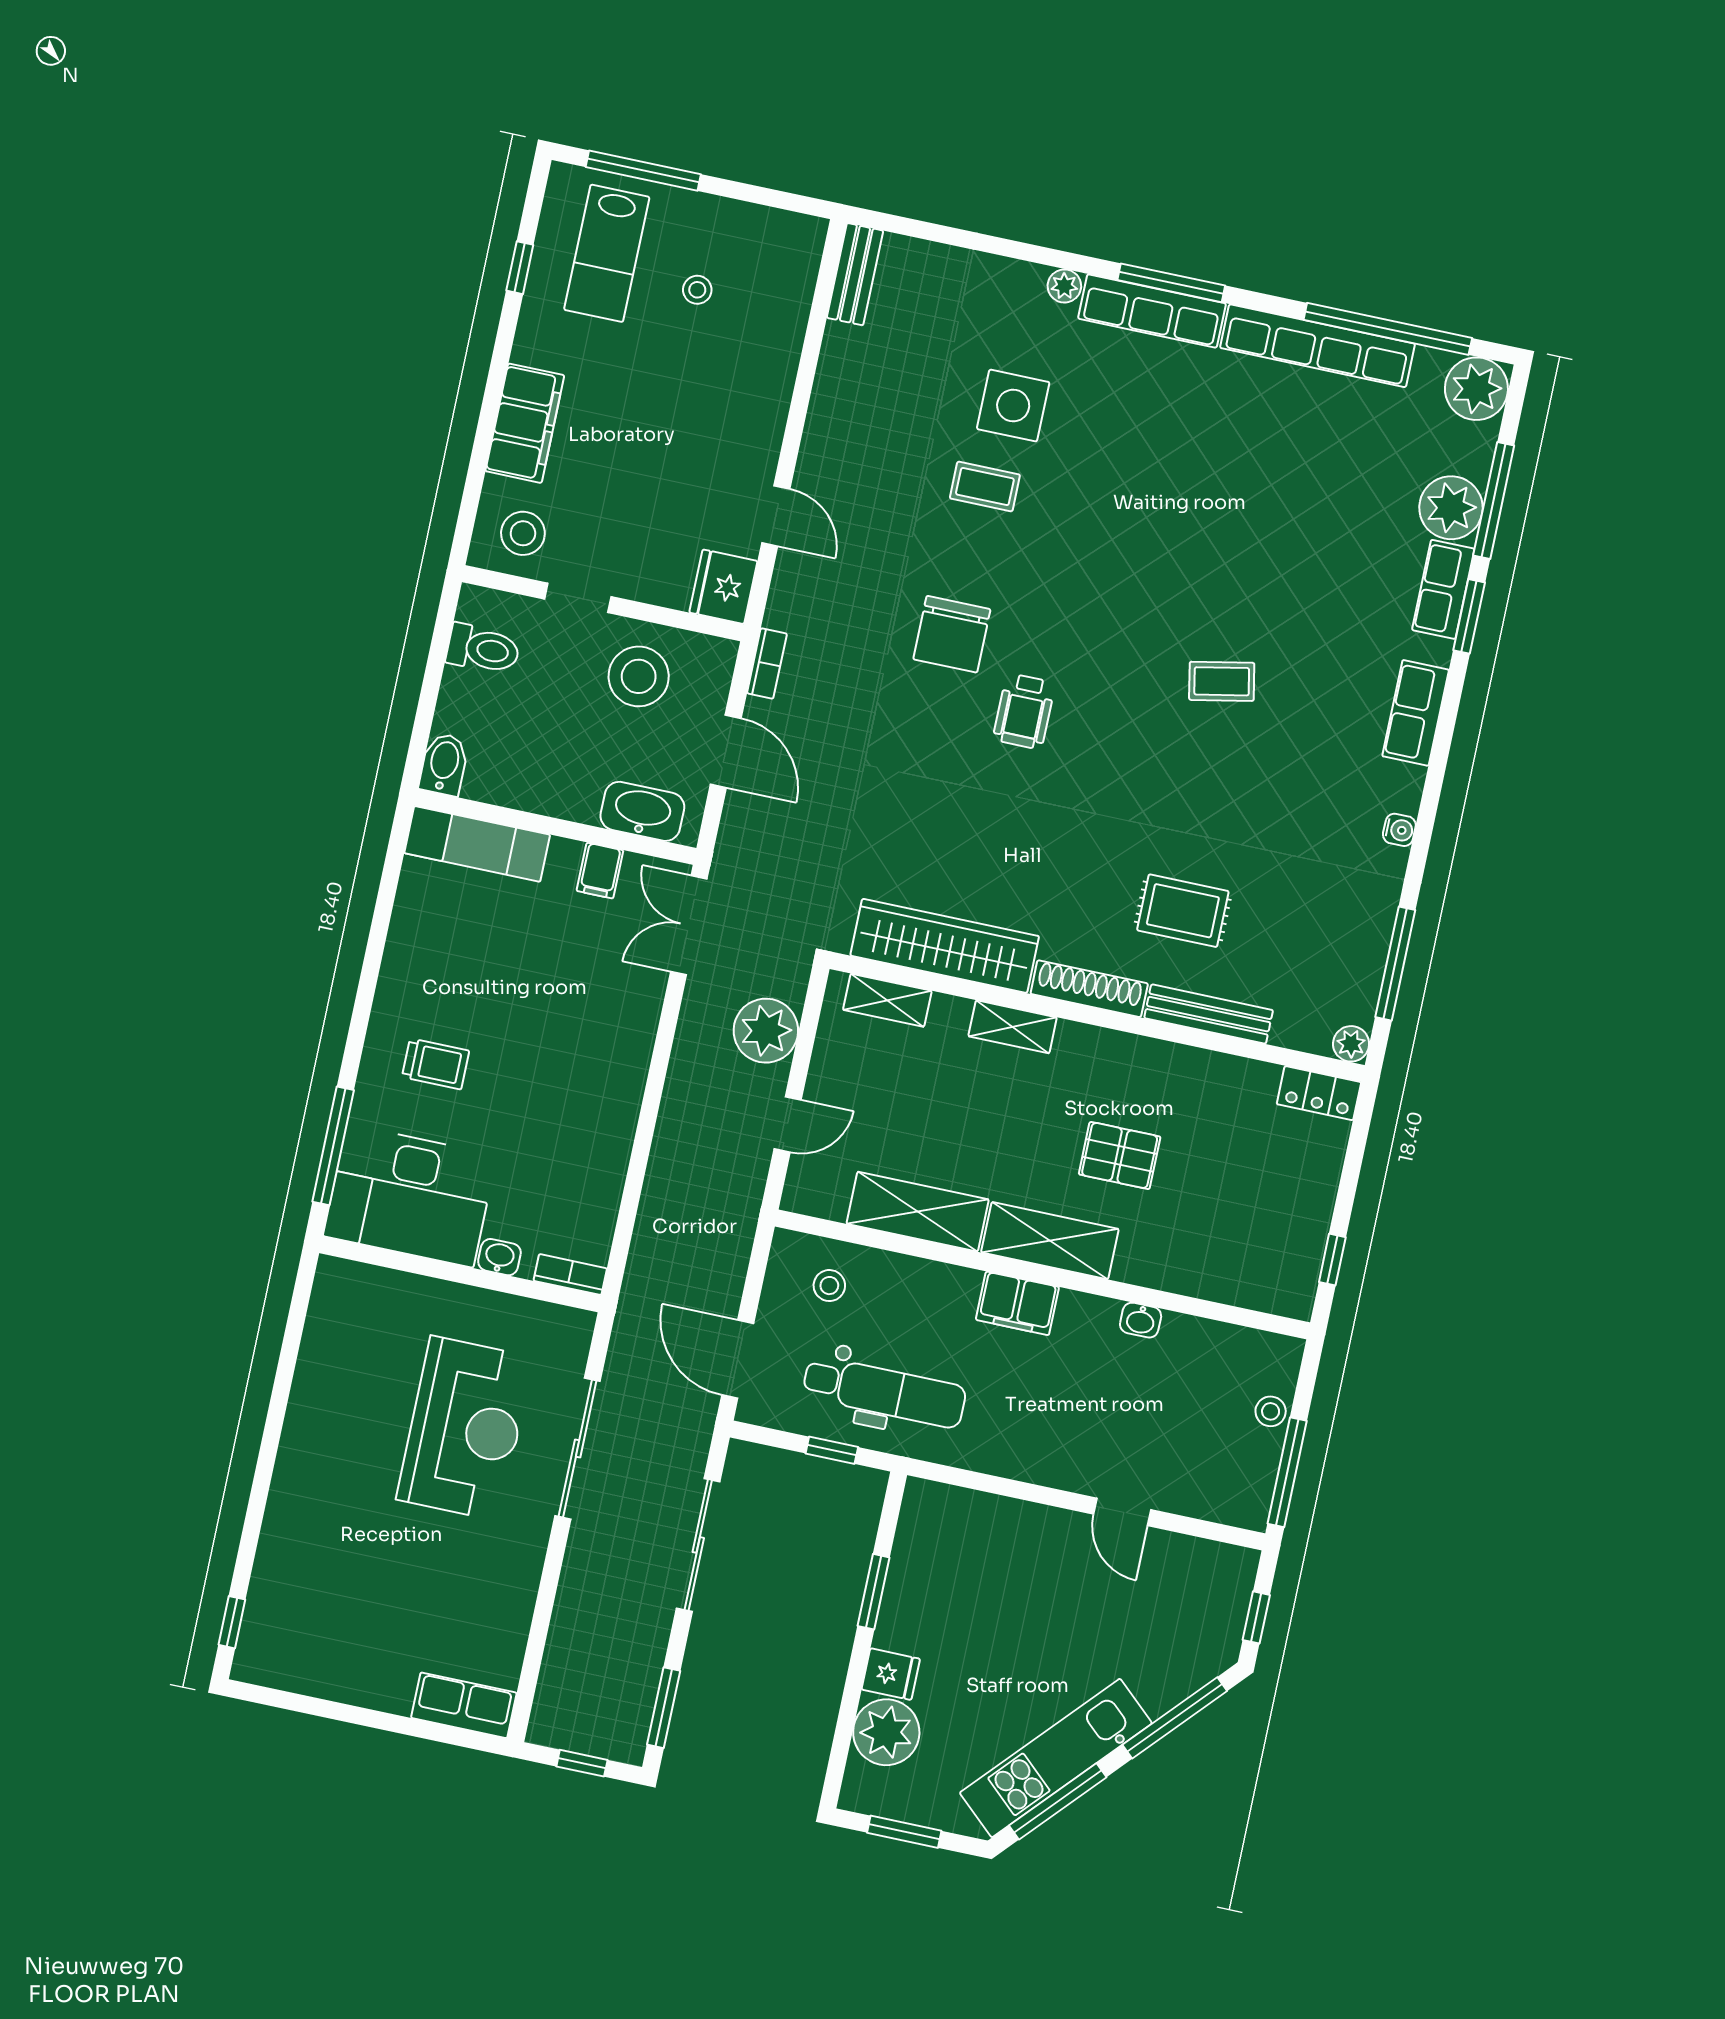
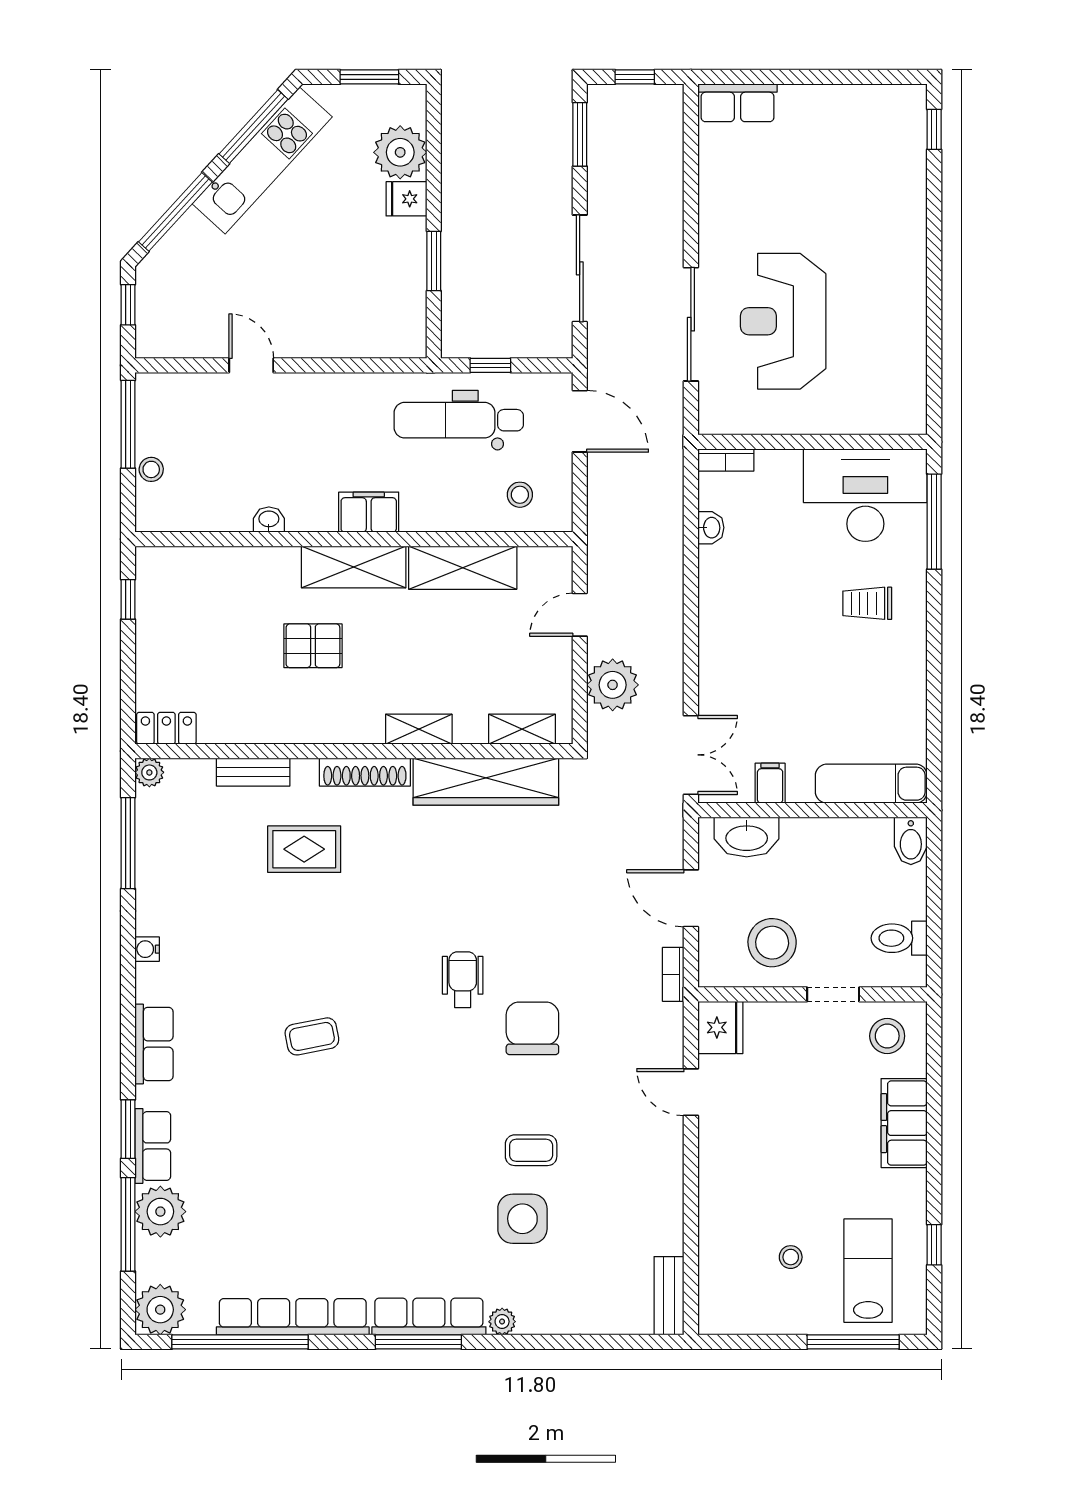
bench: (1209, 1014) -> (253, 772), width x0.73
washbasin: (499, 1257) -> (711, 528), moved, turned -90

